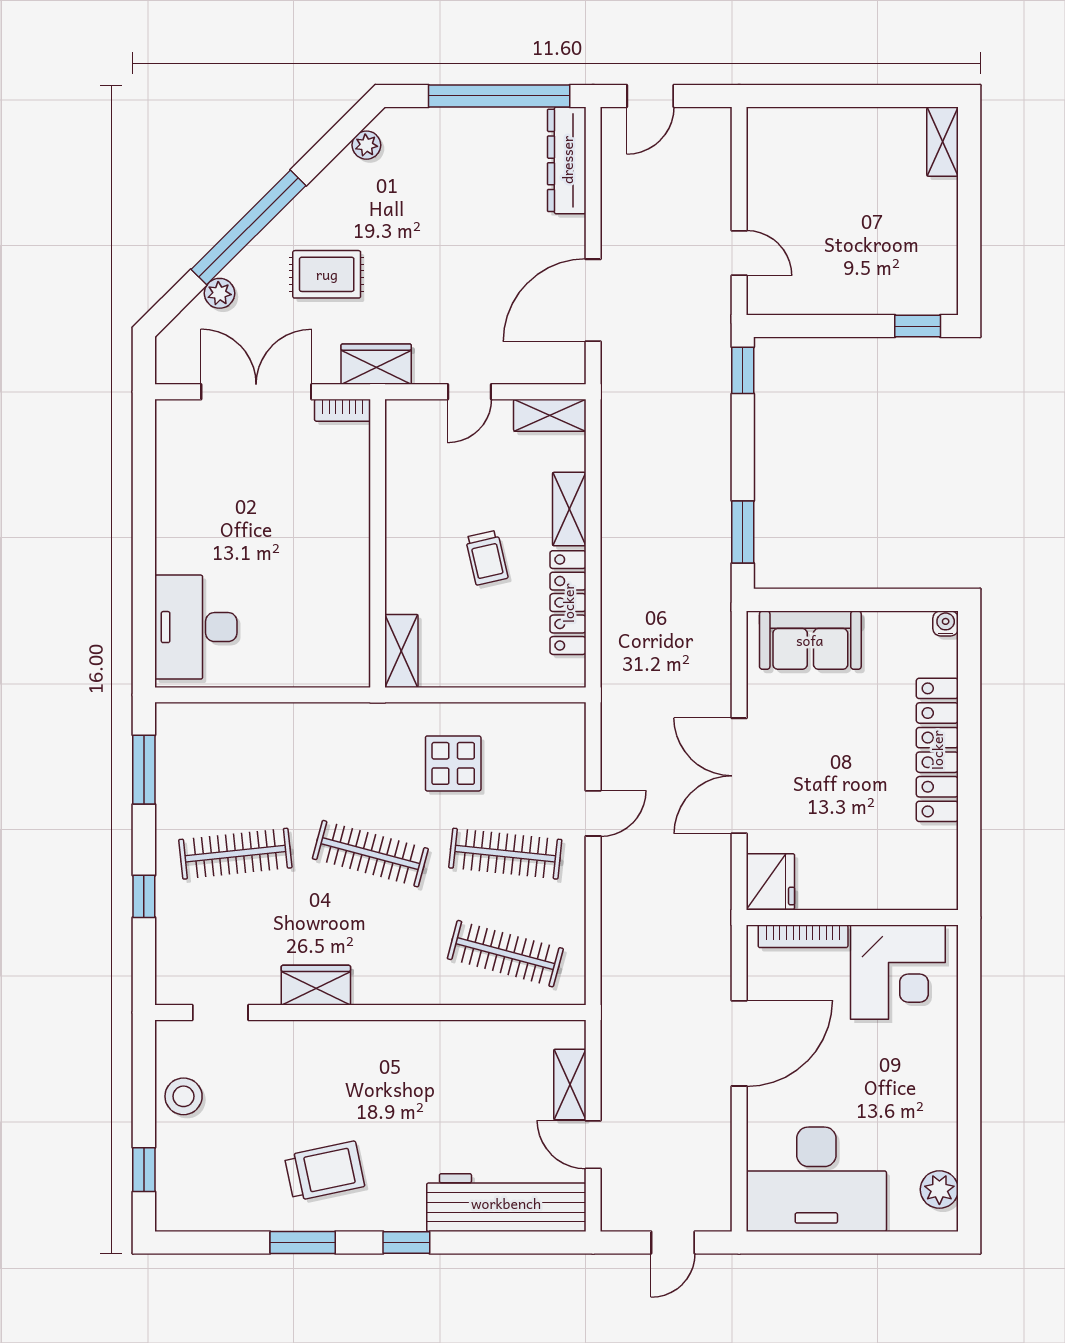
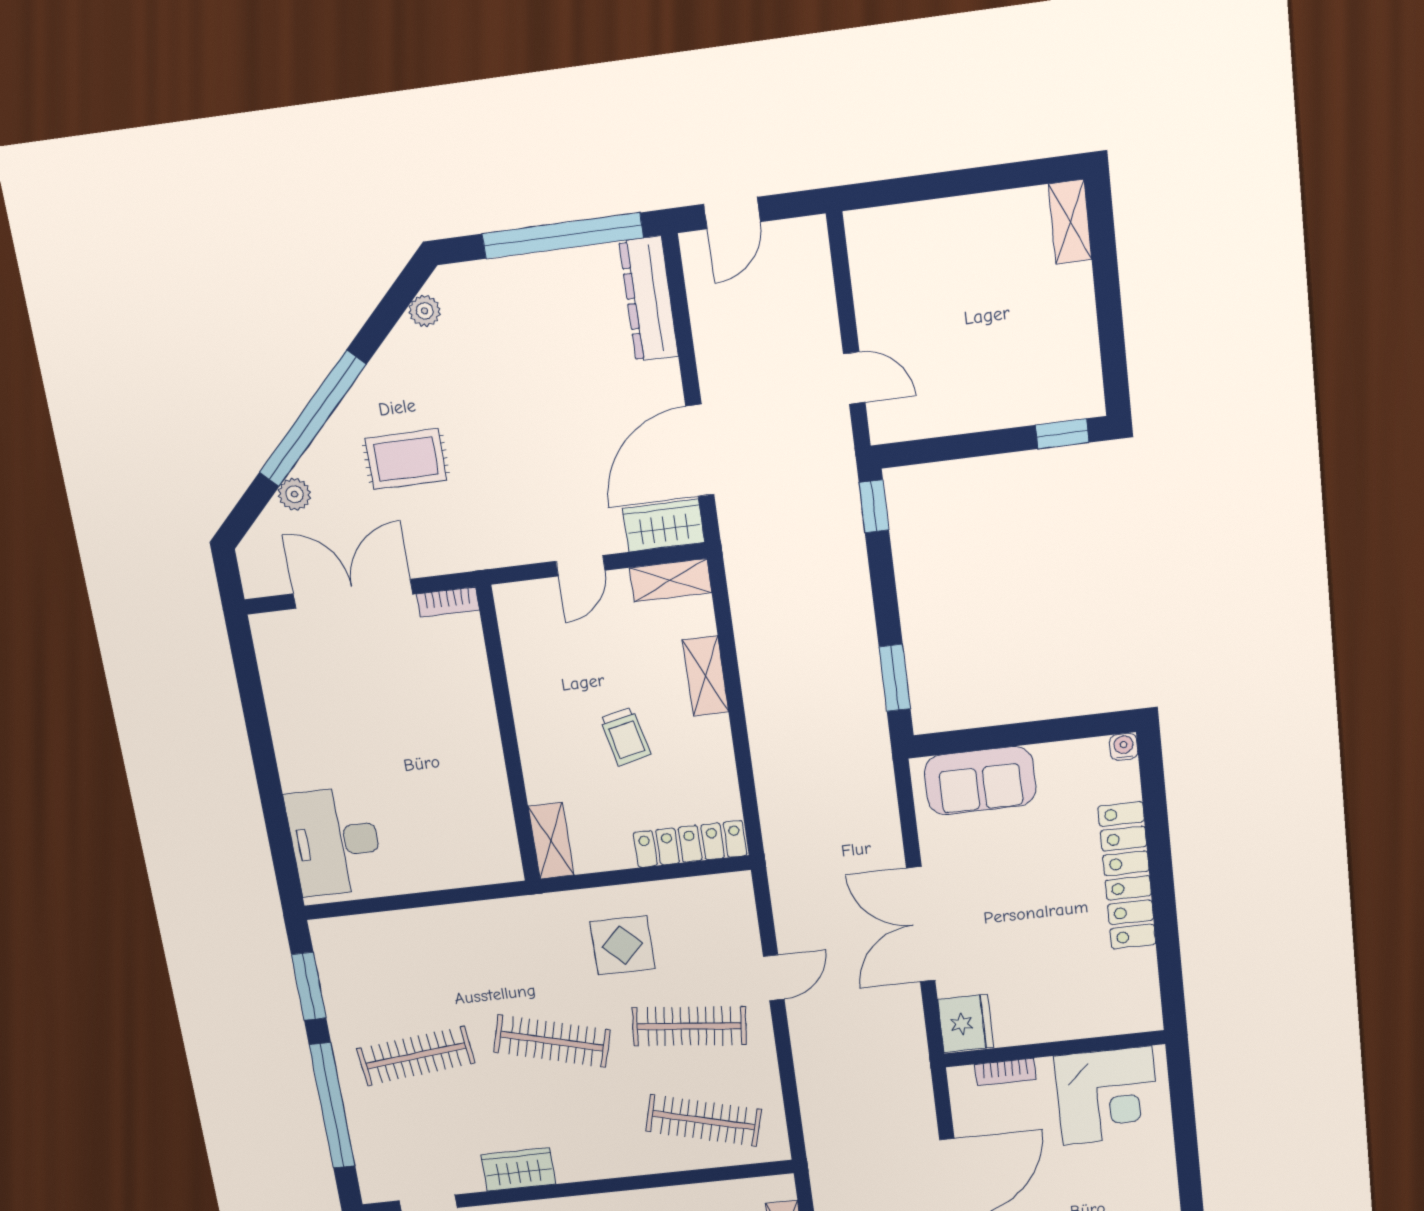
wardrobe: (376, 364) -> (664, 526), moved
locker: (568, 603) -> (690, 844), moved, turned 90
window: (144, 896) -> (332, 1106), width x3.17
bookcase: (803, 936) -> (1005, 1072), width x0.64

